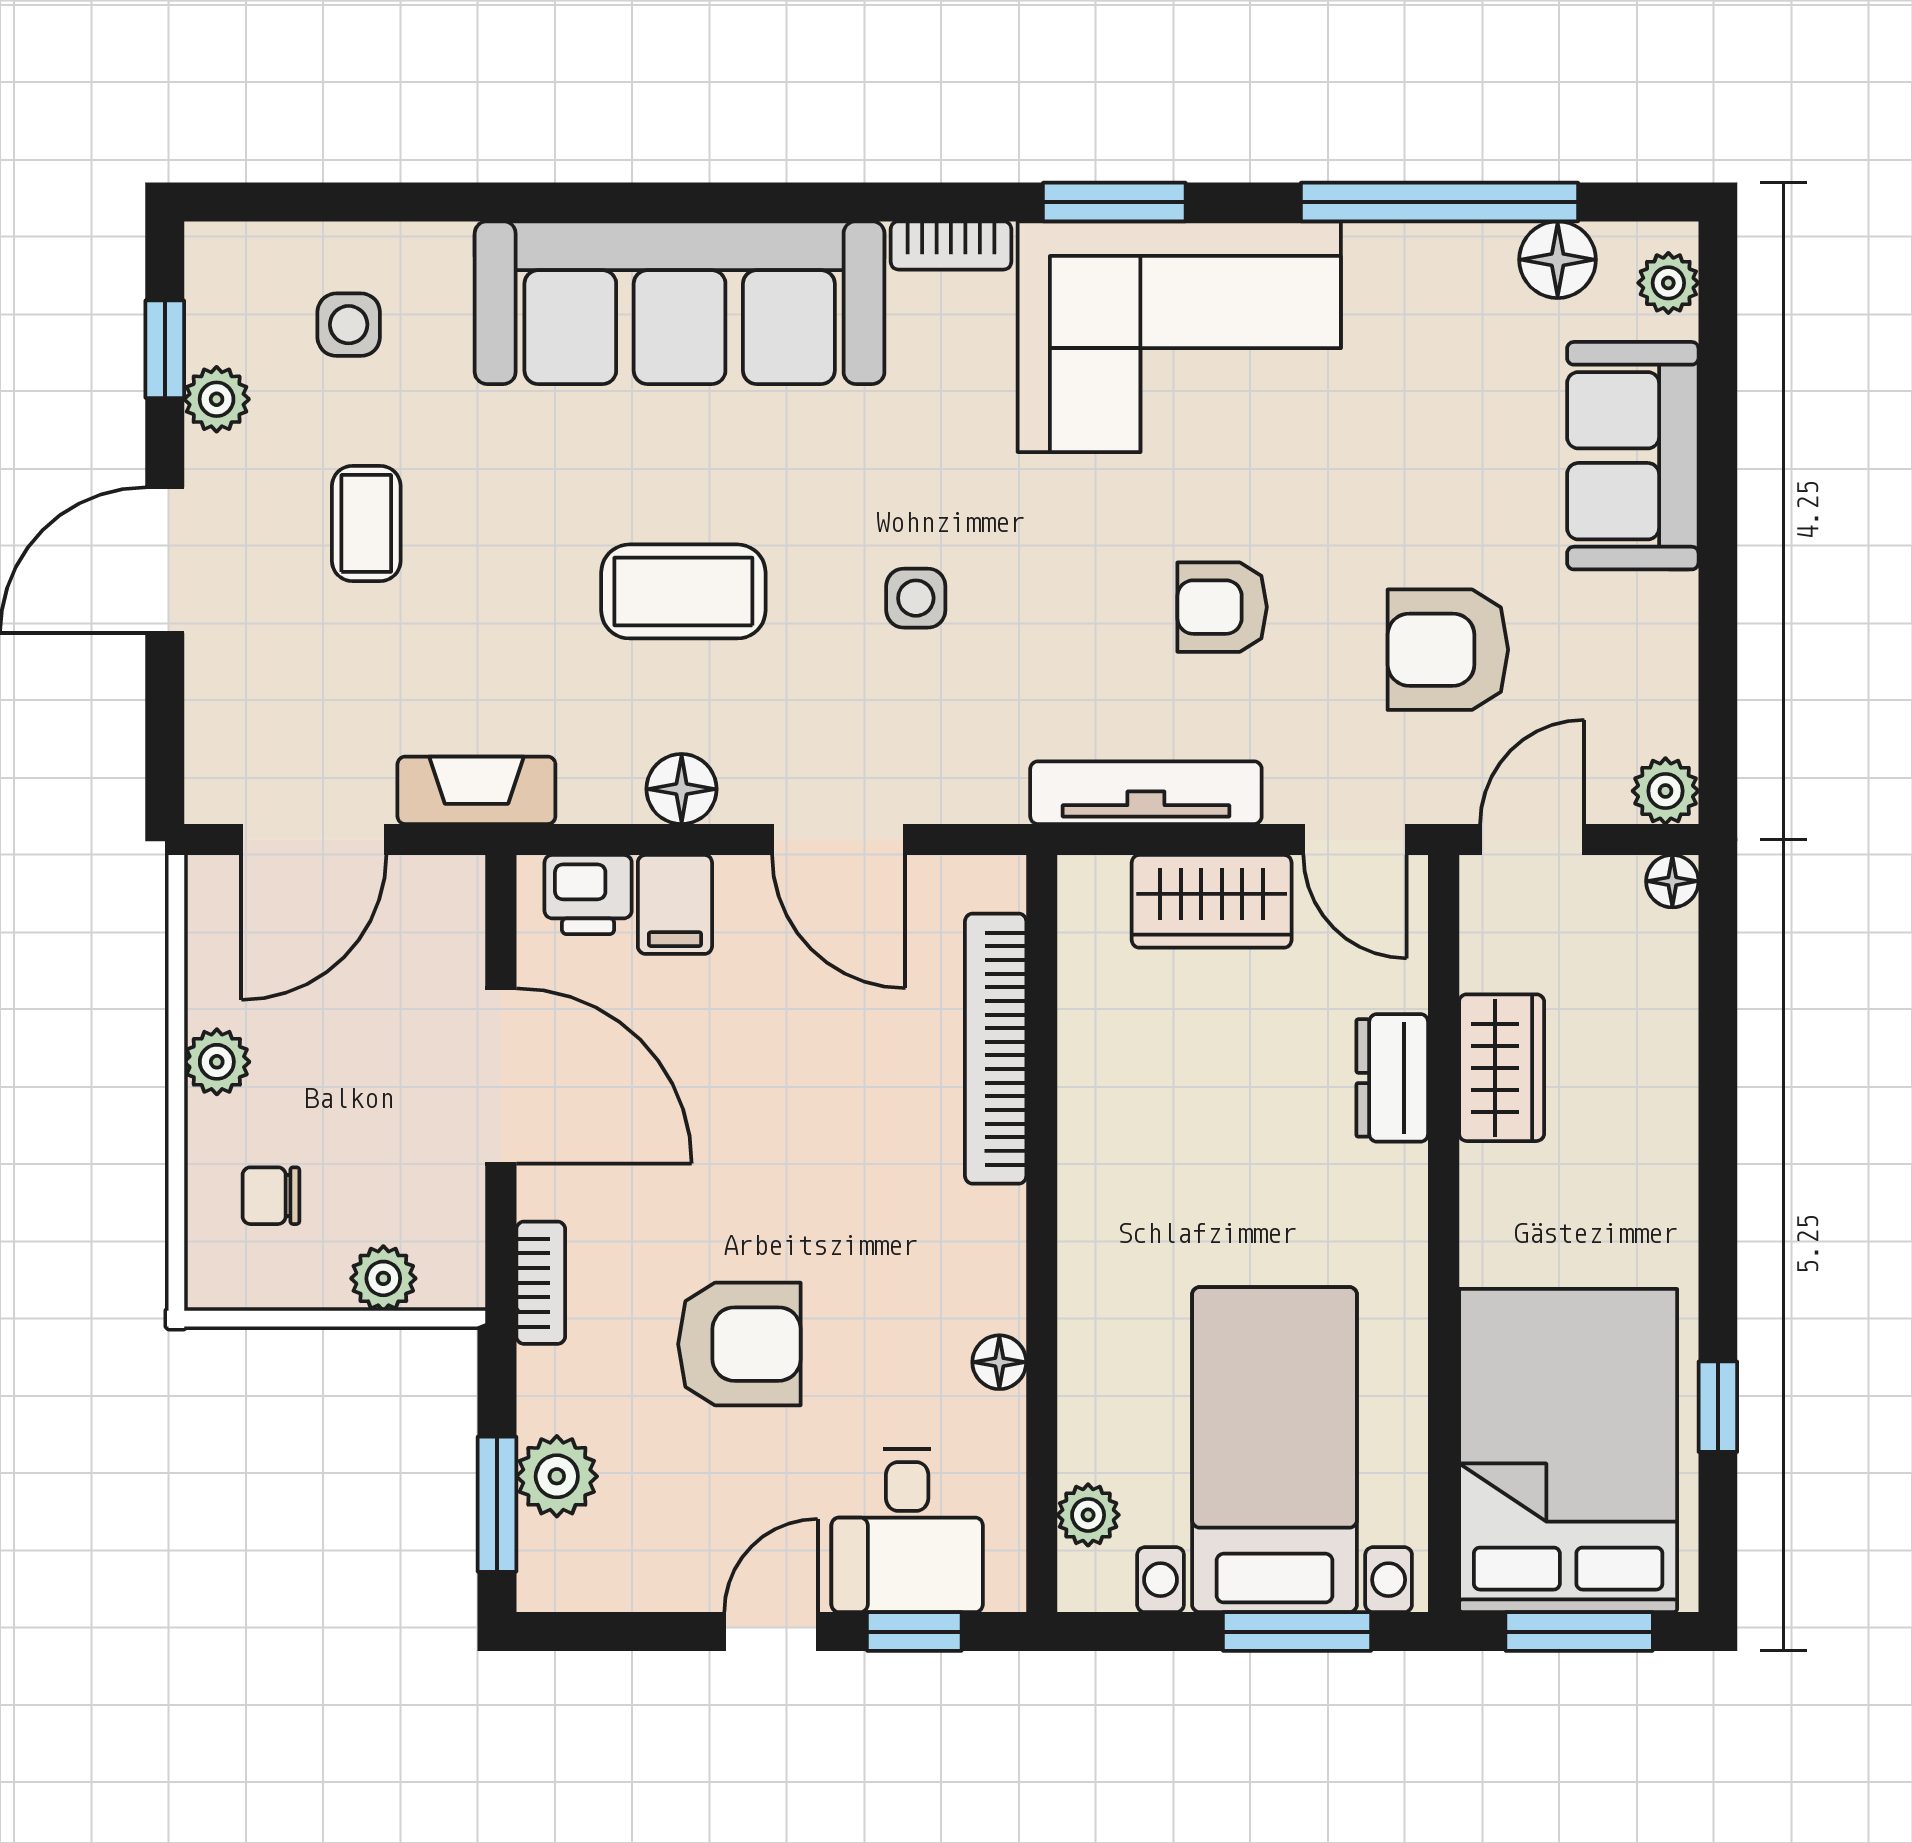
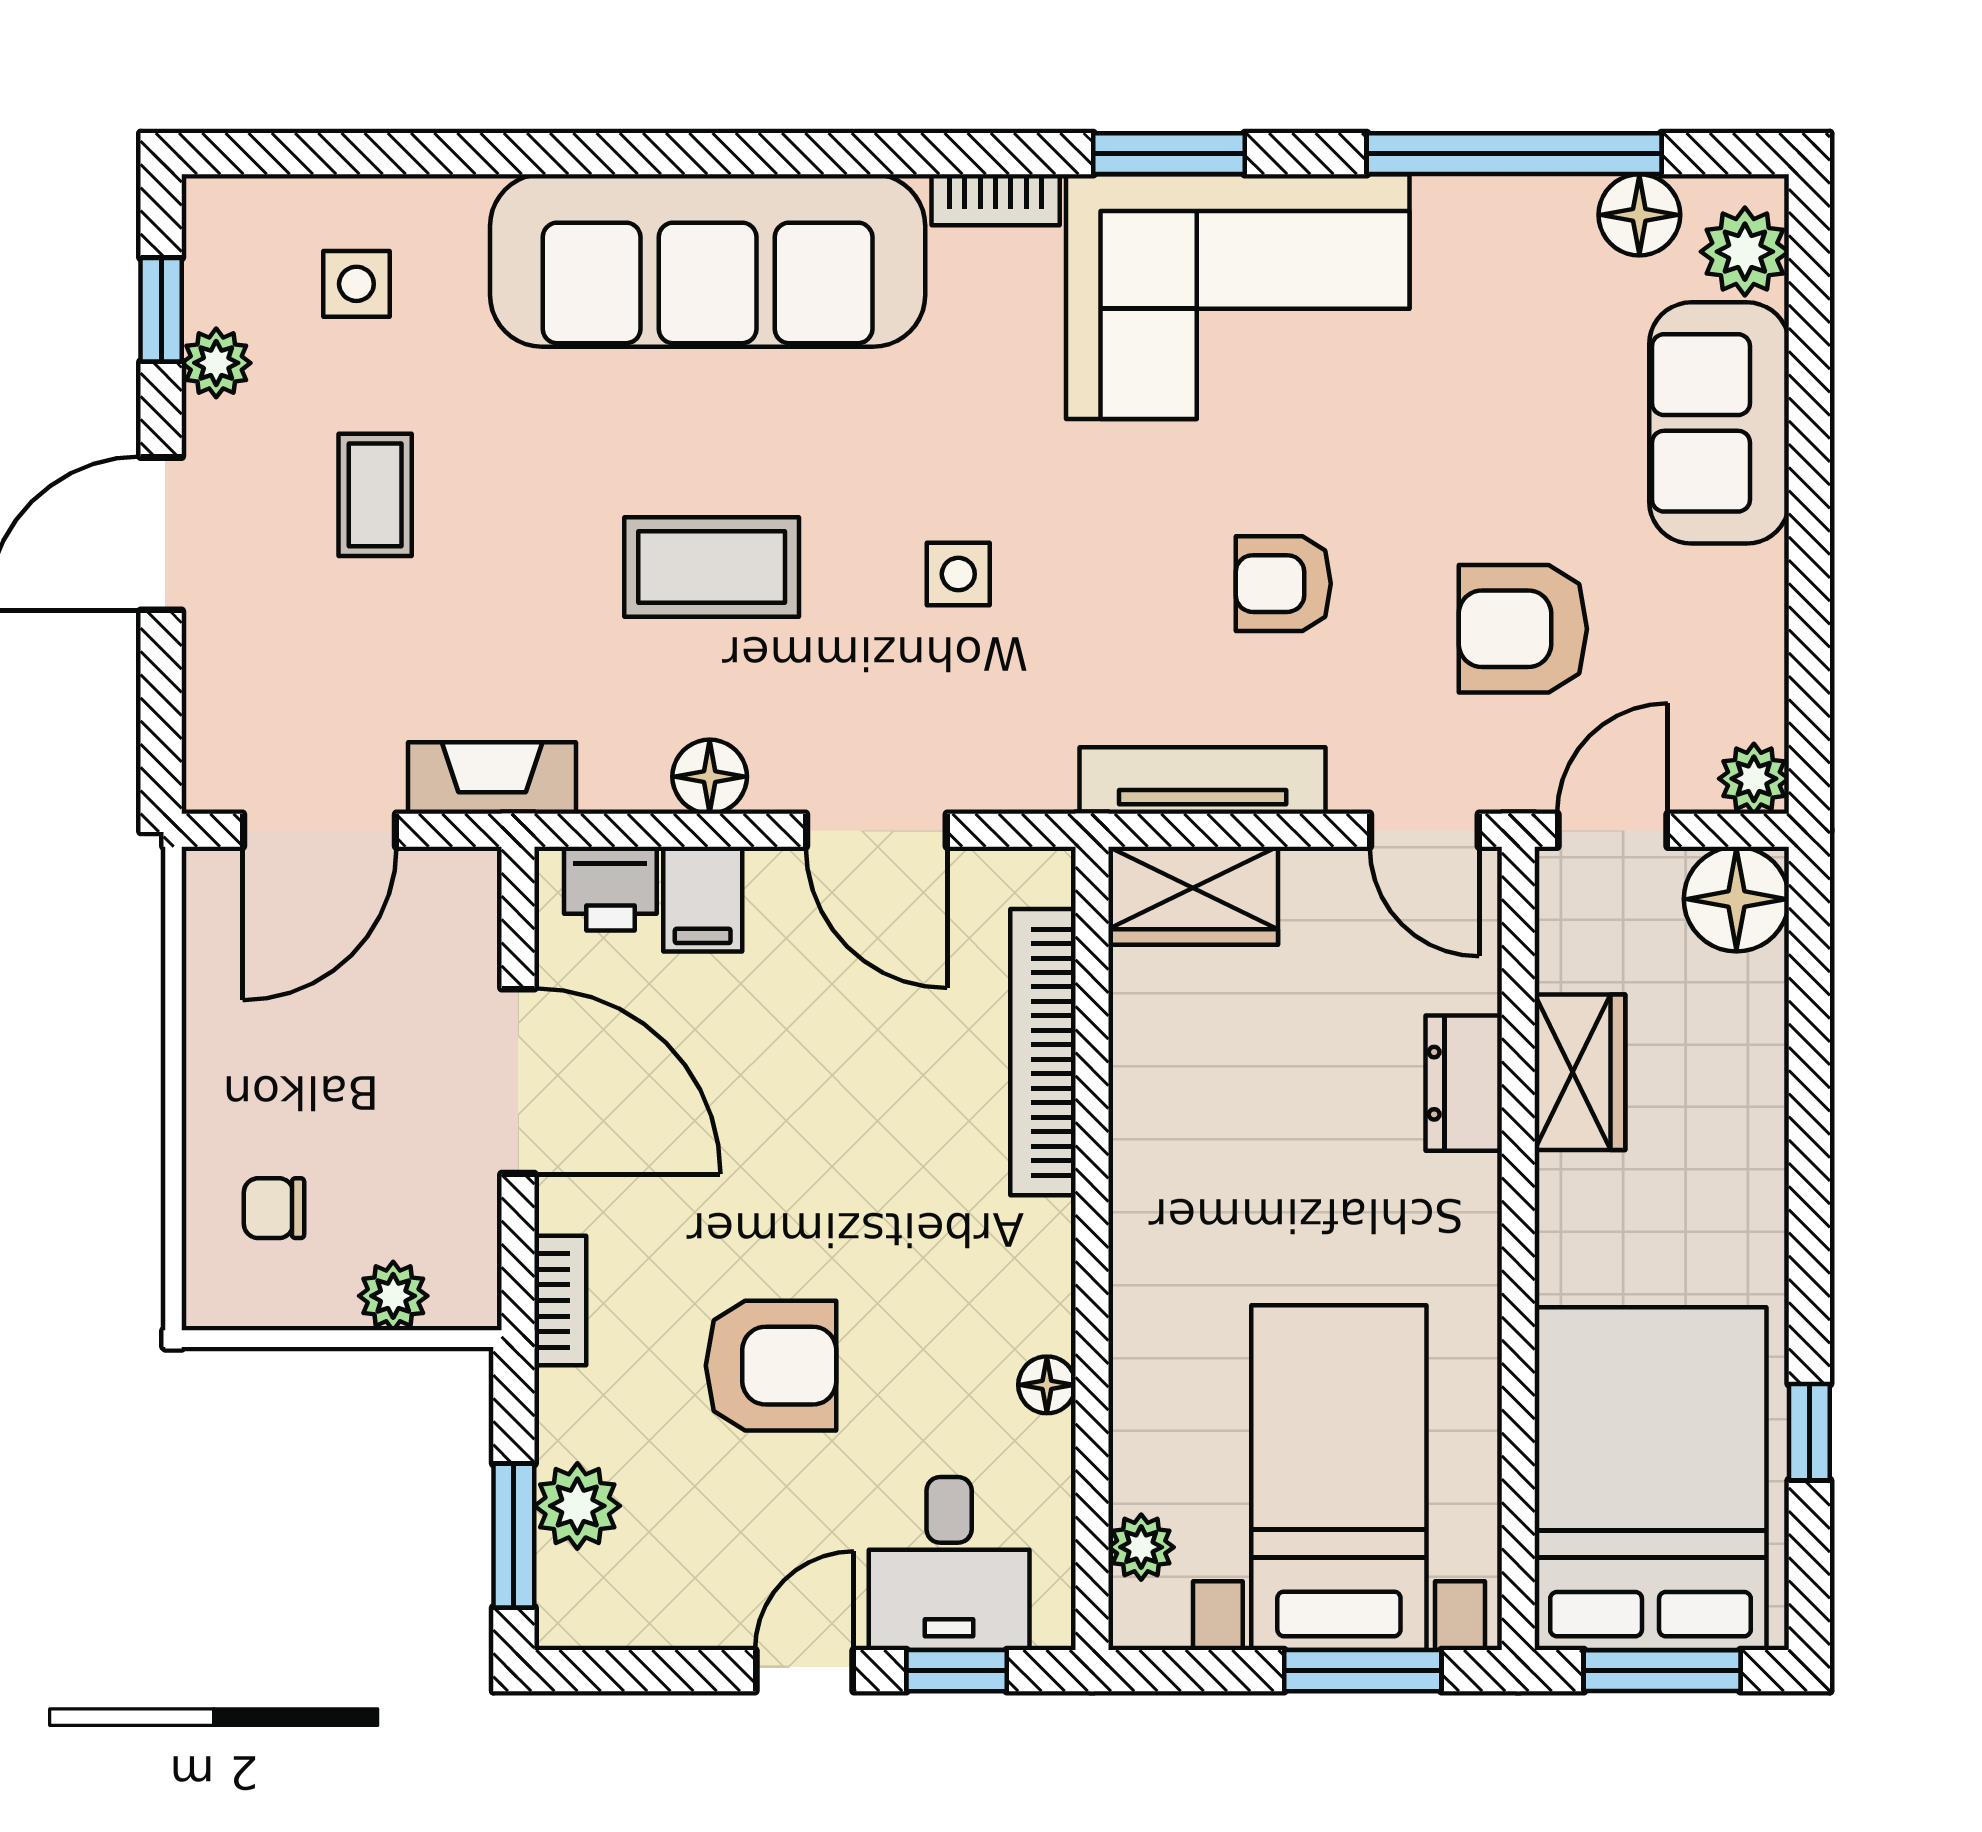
plant: (1668, 283) -> (1745, 252), width x1.38, depth x1.38
floor lamp: (1672, 881) -> (1736, 899), width x1.89, depth x1.89
wardrobe: (1212, 901) -> (1193, 896), moved
plant: (217, 1062) -> (217, 1066), removed

